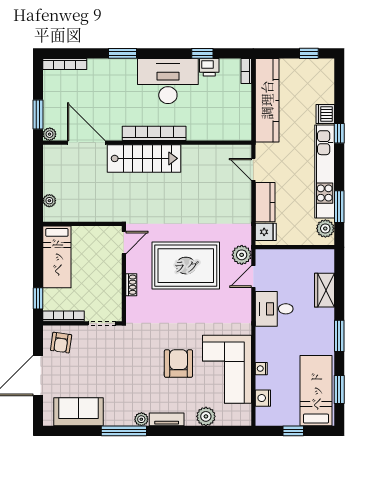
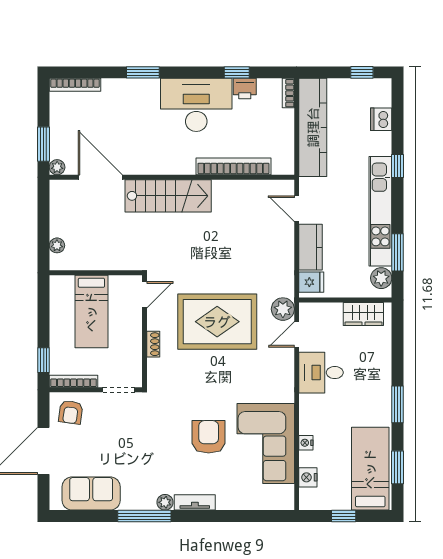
dishwasher: (325, 114) -> (381, 119), moved
bookcase: (154, 133) -> (233, 166), moved
bed: (57, 257) -> (91, 312), moved
wardrobe: (324, 290) -> (363, 314), moved, turned -90
plant: (206, 416) -> (241, 499), removed

